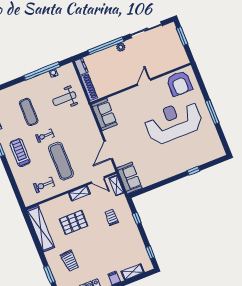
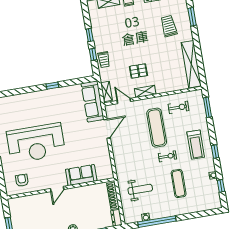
armchair: (179, 83) -> (22, 180), width x0.53, depth x0.53
sofa: (104, 114) -> (81, 175), moved, turned 90
window: (194, 171) -> (52, 86), moved
sofa: (130, 178) -> (93, 101), width x1.36
window: (16, 191) -> (208, 107), added
trolley: (111, 217) -> (104, 60), moved
pallet: (74, 222) -> (138, 71), moved, width x0.67, depth x0.71
window: (150, 252) -> (90, 35), moved

